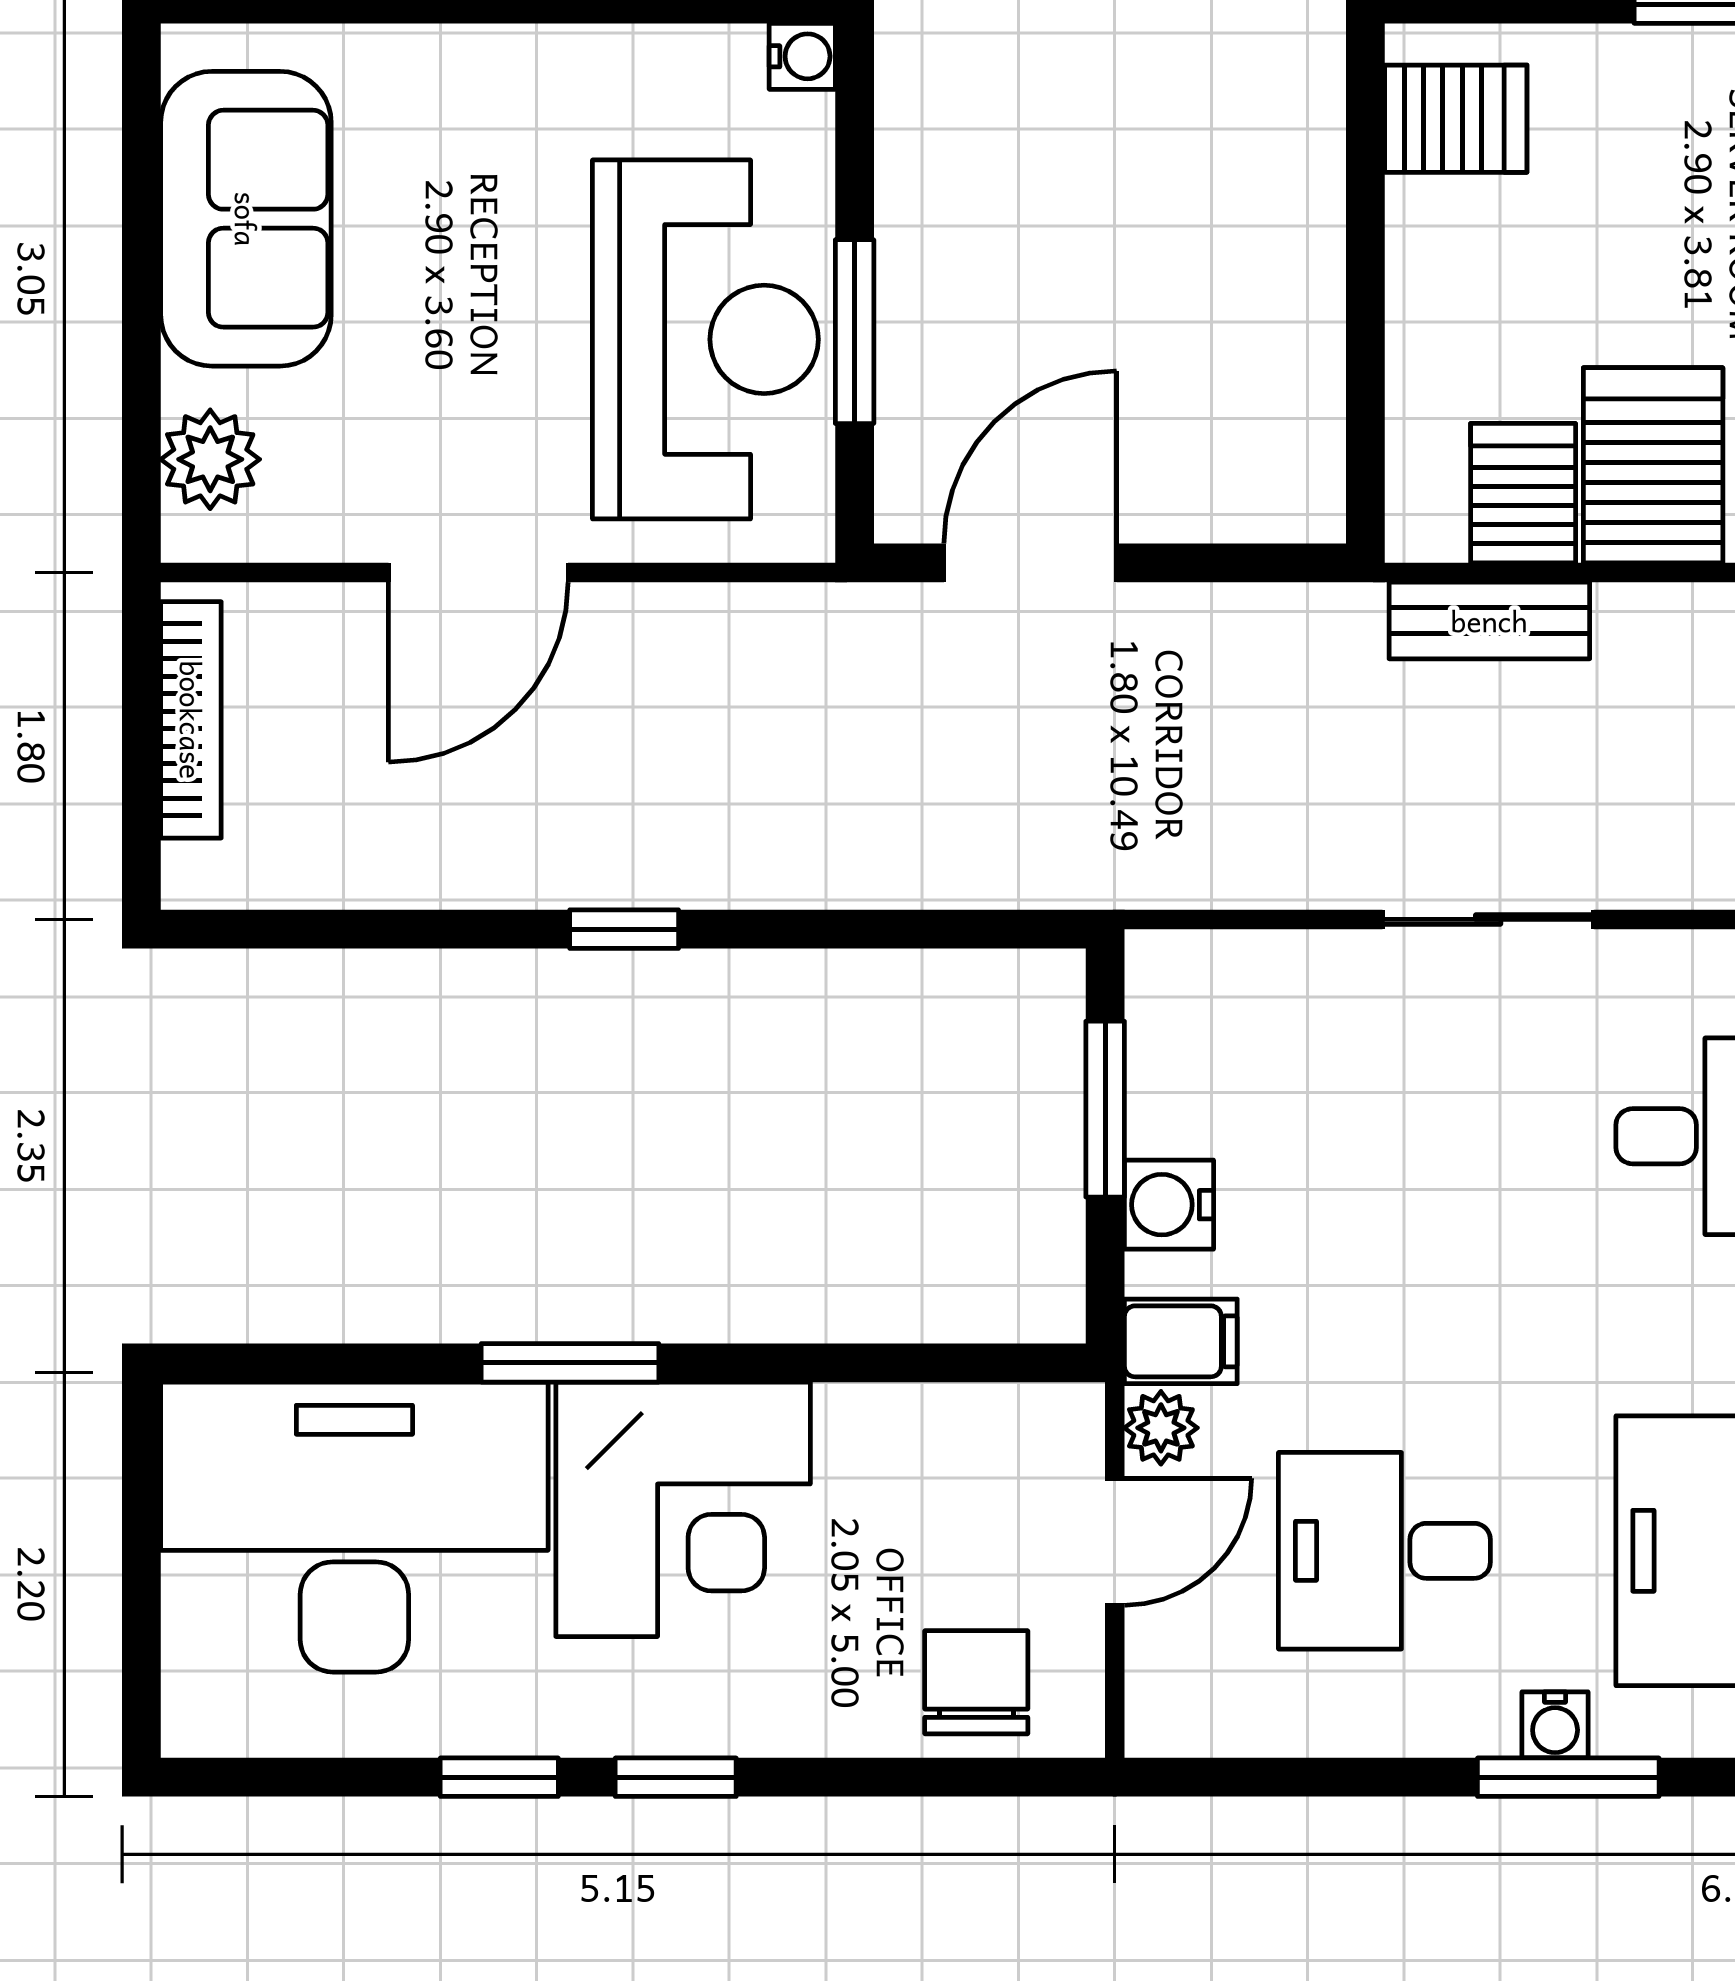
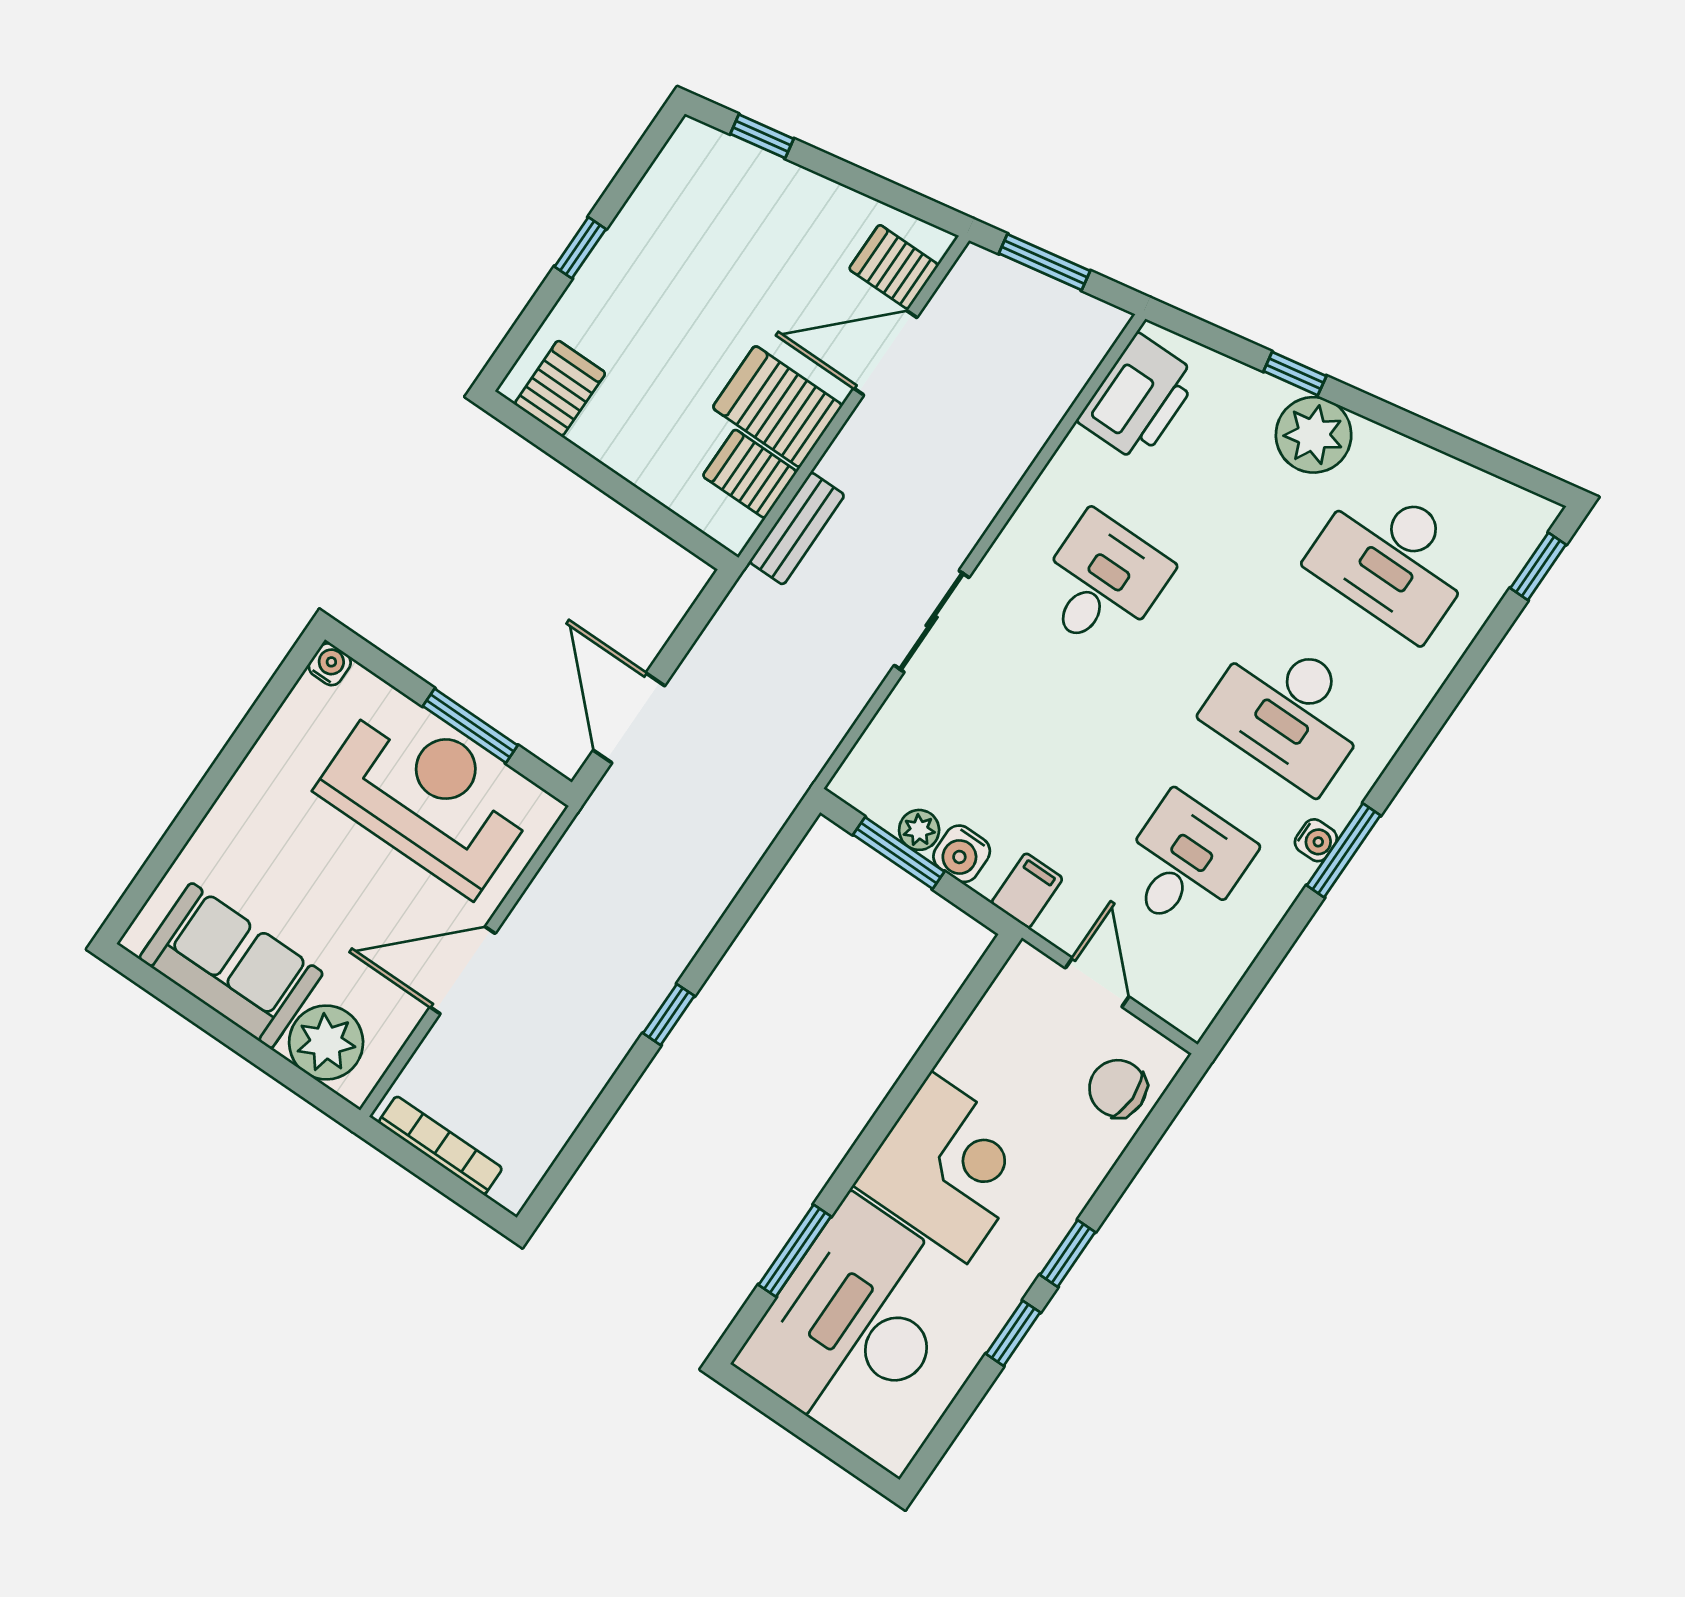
plant: (210, 459) -> (326, 1043), width x1.36, depth x1.36
door: (478, 573) -> (463, 970), swing flipped
window: (570, 1363) -> (795, 1251), moved
plant: (1161, 1428) -> (919, 830), moved
desk: (1384, 1551) -> (1185, 863), turned 180

